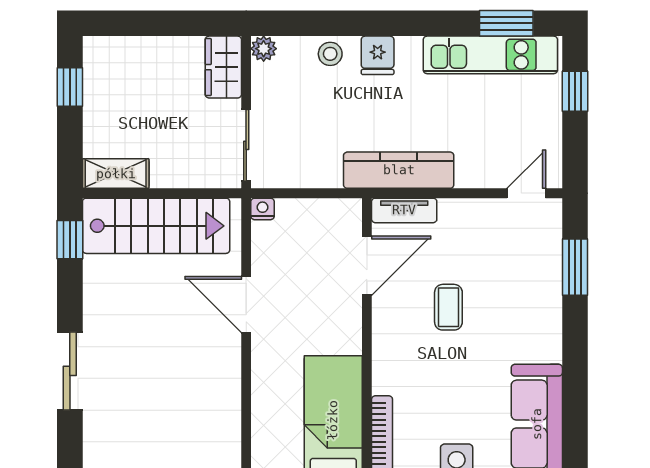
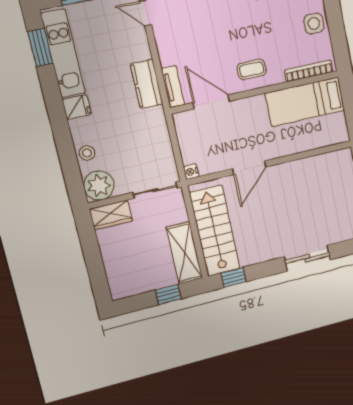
plant: (264, 49) -> (99, 186), width x1.88, depth x1.88
fridge: (378, 55) -> (77, 107), moved
window: (70, 87) -> (168, 294), moved
kitchen counter: (399, 170) -> (147, 84), width x0.67
shelving: (116, 174) -> (184, 253), width x1.50, depth x1.33
coffee table: (448, 307) -> (252, 69), moved

